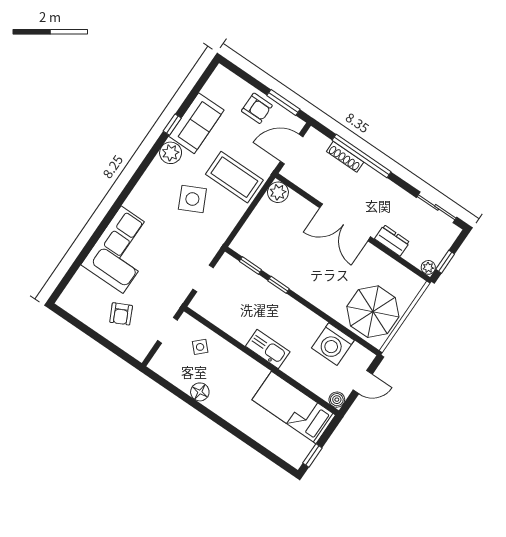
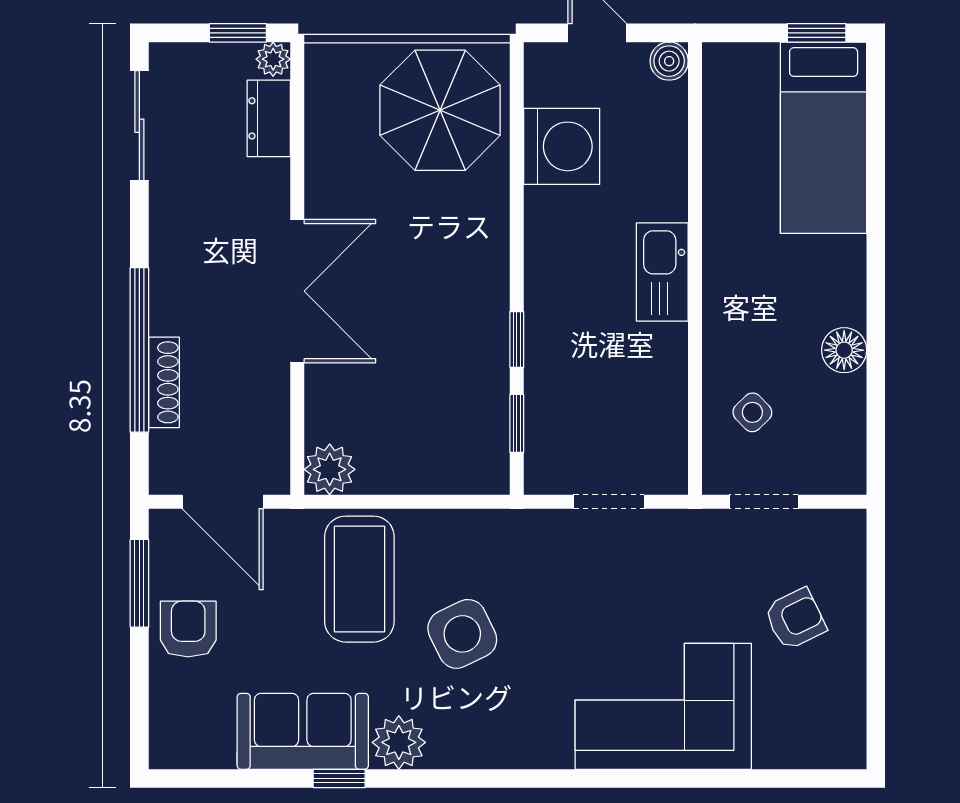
dresser: (392, 240) -> (269, 118), moved
bed: (294, 407) -> (824, 138), moved

